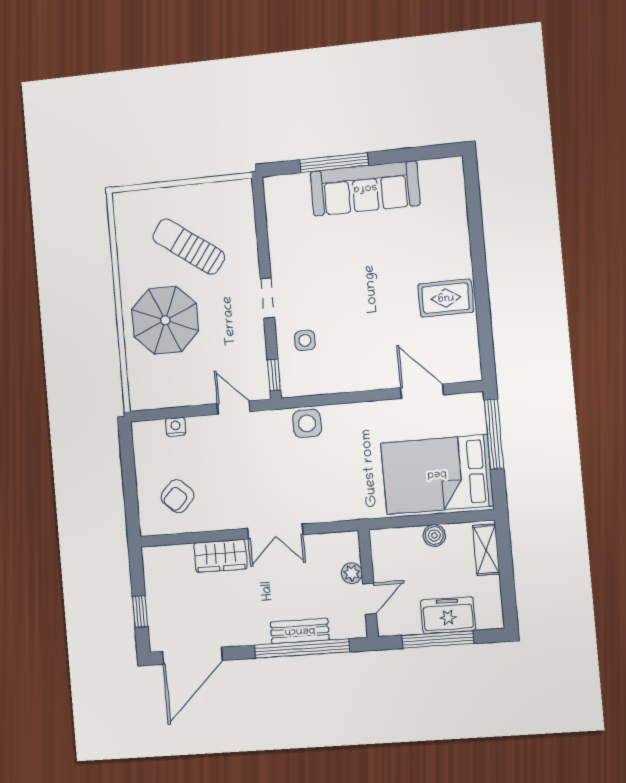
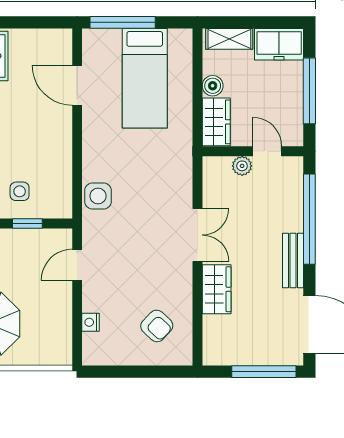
window: (274, 375) -> (27, 223), moved
door: (422, 391) -> (77, 85), hinge flipped
bed: (437, 474) -> (145, 78), width x0.67
wardrobe: (396, 542) -> (216, 122), added
window: (140, 611) -> (264, 372), width x2.17
freezer: (448, 615) -> (279, 44), moved, turned -90
bench: (300, 631) -> (293, 261), moved

